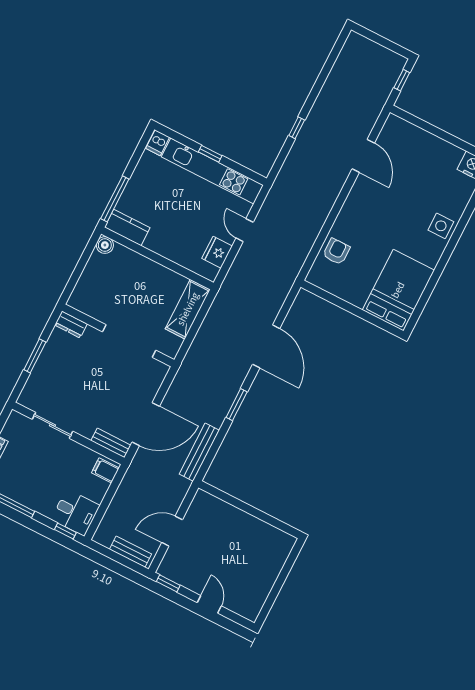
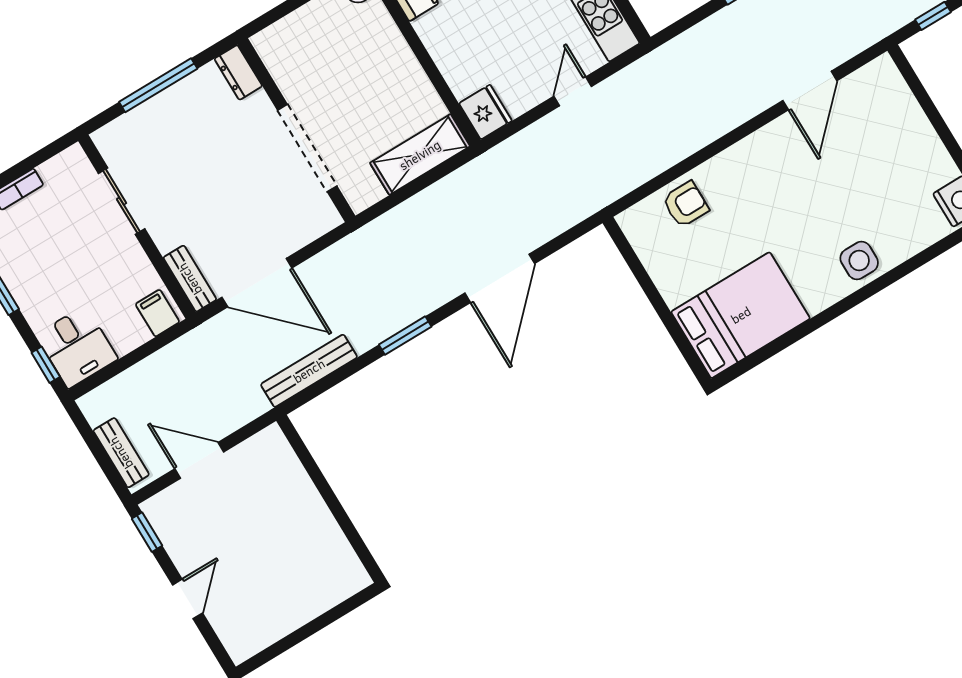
fridge: (217, 252) -> (485, 112), moved, turned 90
window: (35, 356) -> (158, 85), width x1.44

